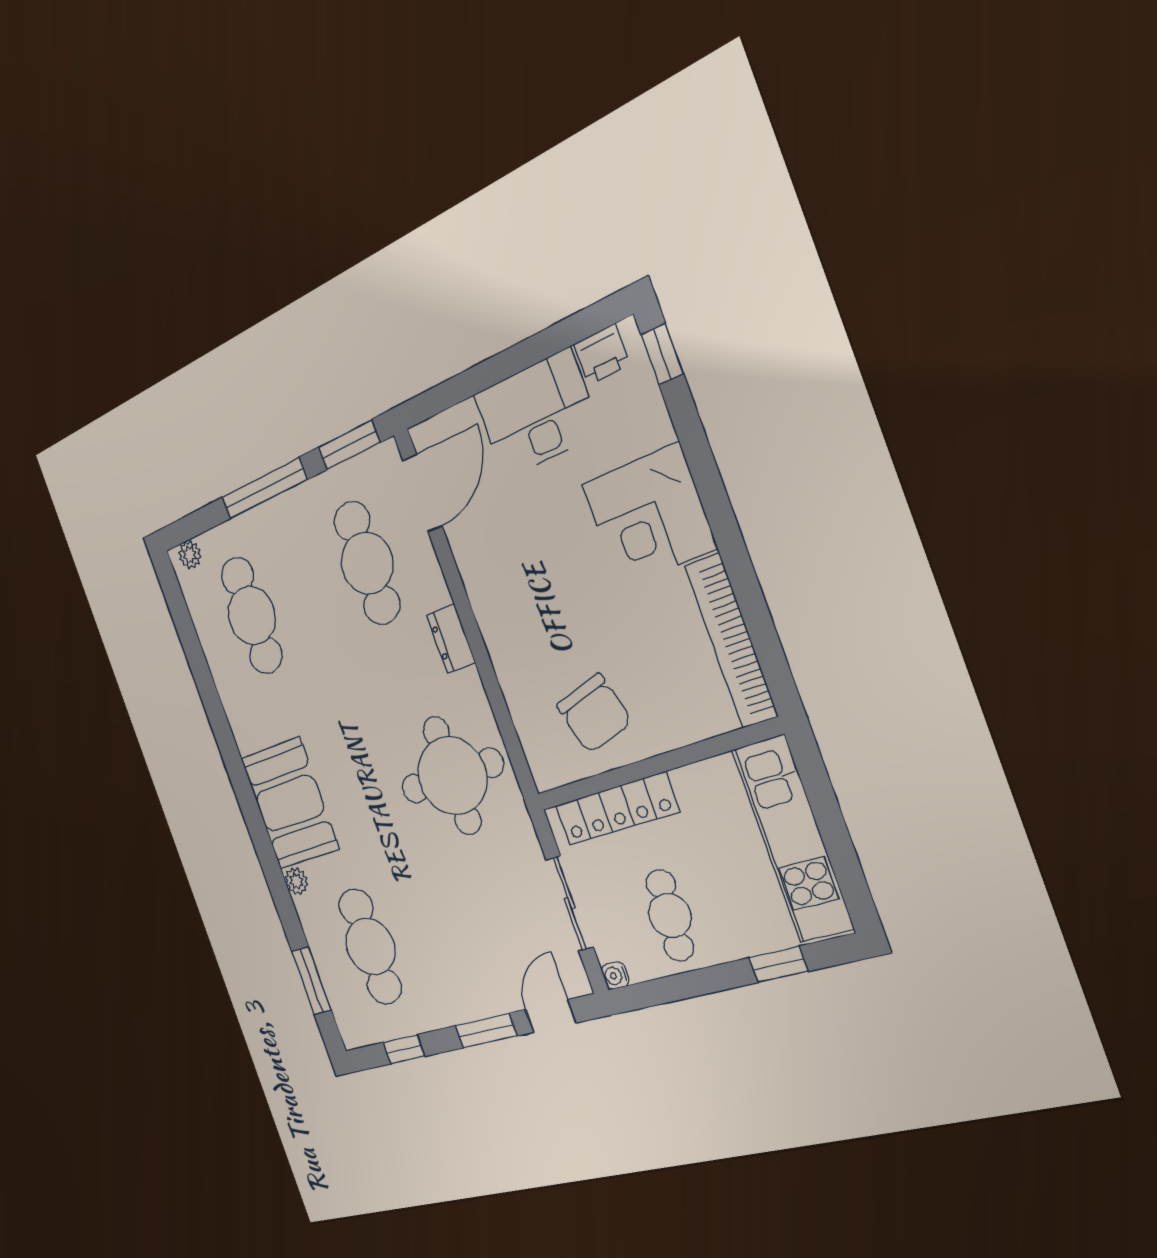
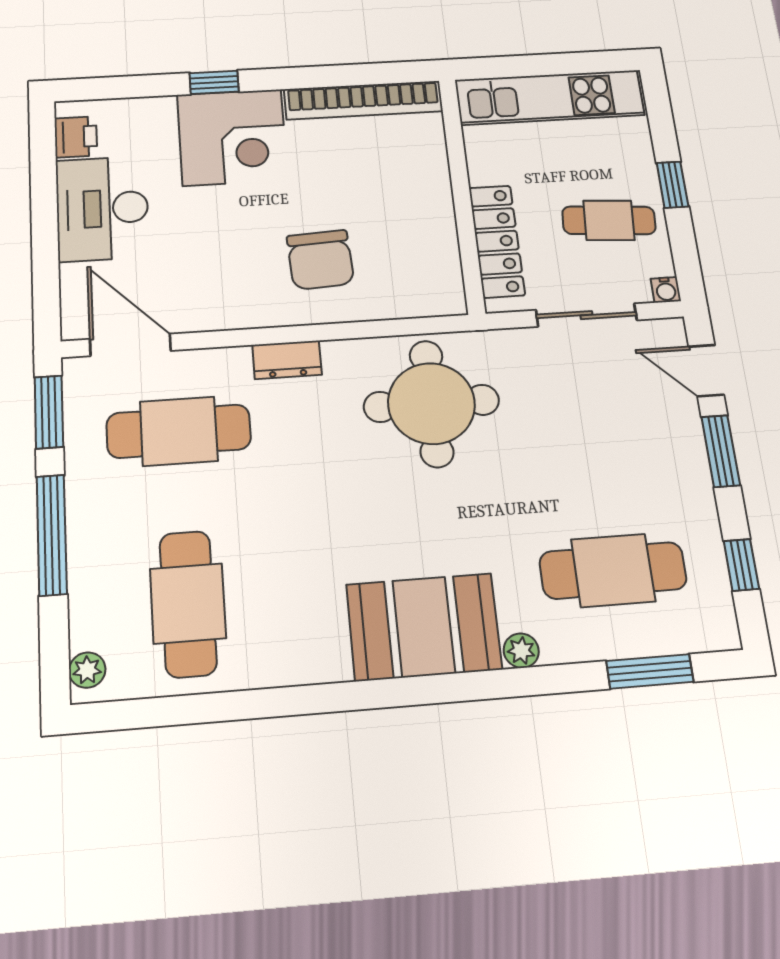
window: (662, 354) -> (214, 82), moved
cafe table: (252, 616) -> (188, 603), turned 90
chair: (594, 714) -> (320, 260), moved, turned 103
window: (778, 964) -> (673, 185), moved

